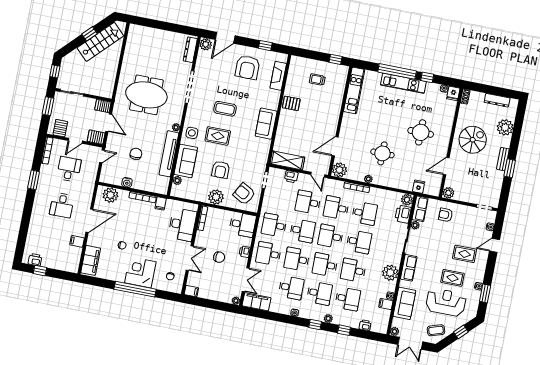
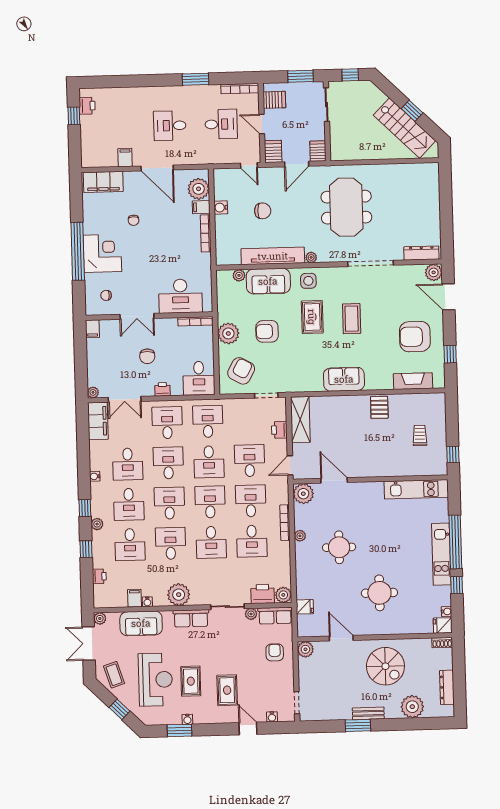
filing cabinet: (161, 203) -> (201, 207), moved

